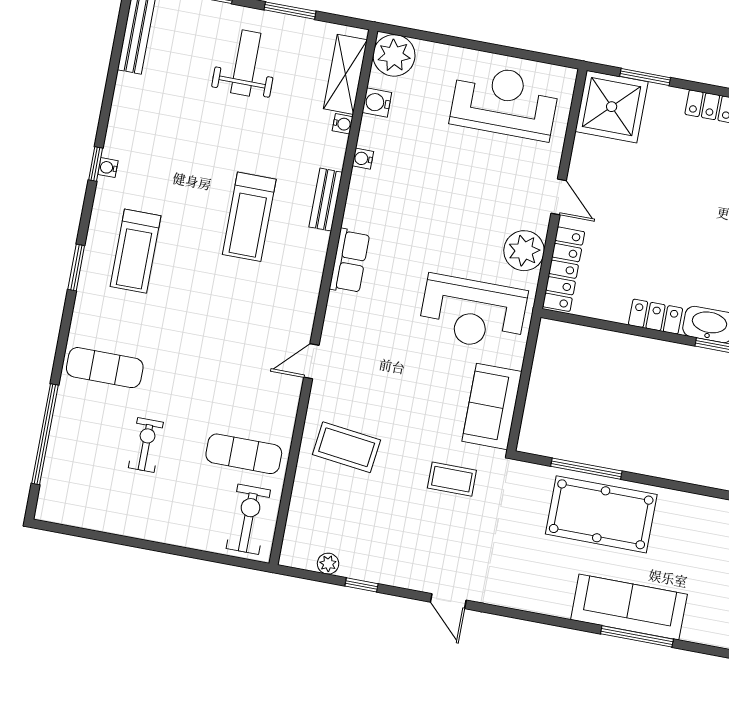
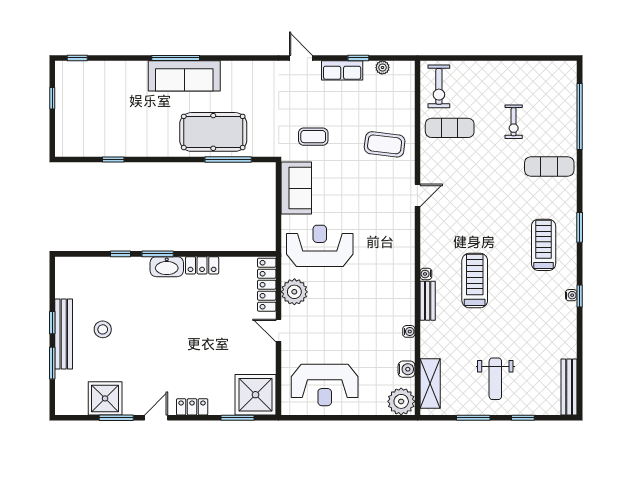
water cooler: (343, 124) -> (426, 274), moved
row of seats: (350, 261) -> (342, 70), moved, turned -90

